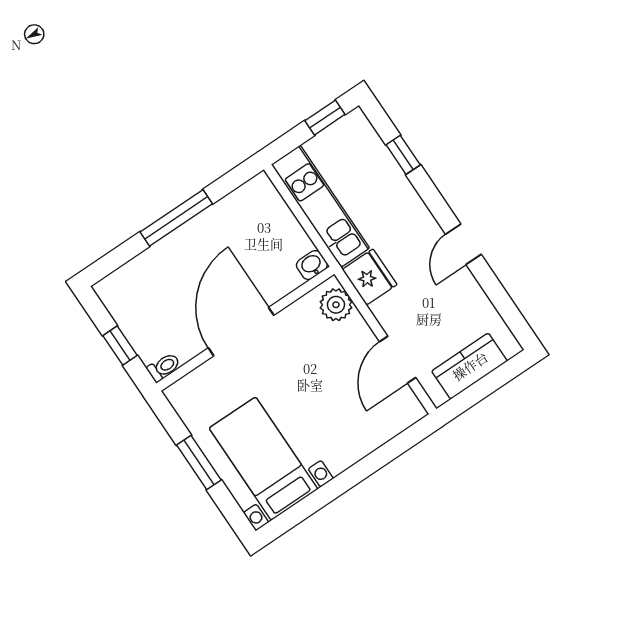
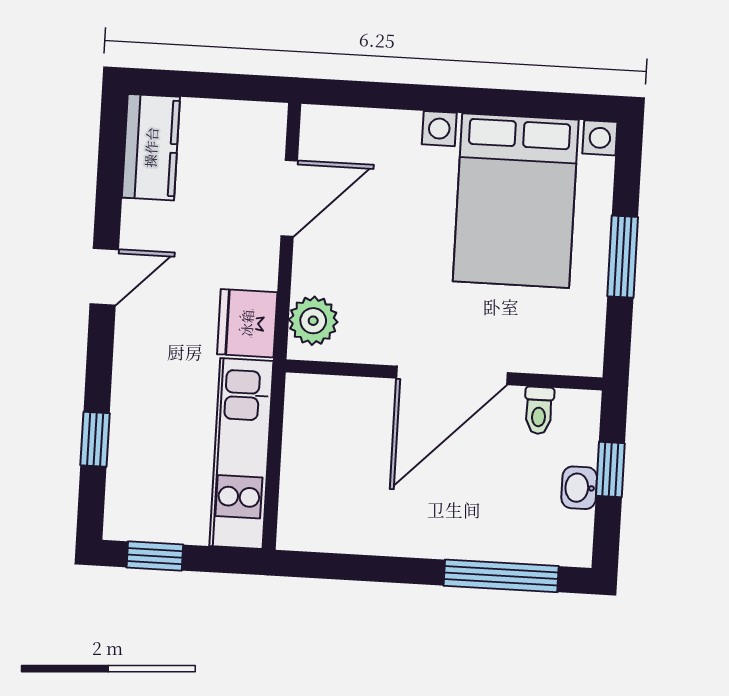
window: (176, 218) -> (501, 576), moved
washbasin: (312, 265) -> (579, 488), moved, turned 90
kitchen counter: (470, 366) -> (151, 147), moved, turned -90
toilet: (164, 367) -> (539, 410), moved, turned -90
bed with nightstands: (263, 459) -> (516, 201), width x1.36

